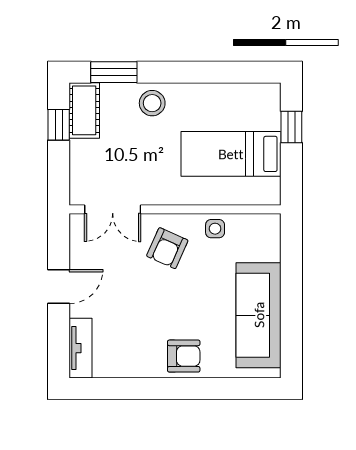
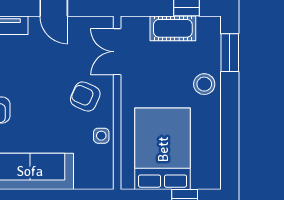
cot: (84, 110) -> (173, 28), moved
bed: (231, 154) -> (163, 149), width x1.50

